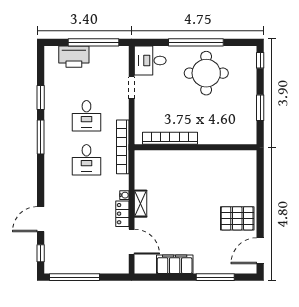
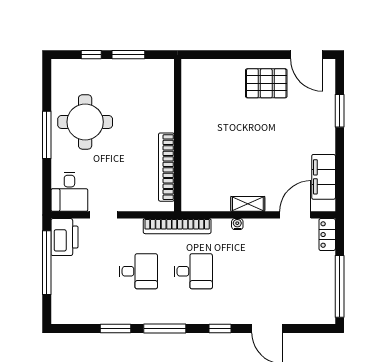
window: (196, 42) -> (47, 135), width x0.68
printer: (74, 57) -> (64, 237), moved
window: (260, 60) -> (91, 55), moved
locker: (122, 214) -> (327, 235), moved, turned 90
pallet: (237, 218) -> (266, 83), turned 90
window: (41, 253) -> (220, 328), moved
filing cabinet: (175, 264) -> (324, 177), moved
window: (215, 277) -> (340, 111), width x0.69

